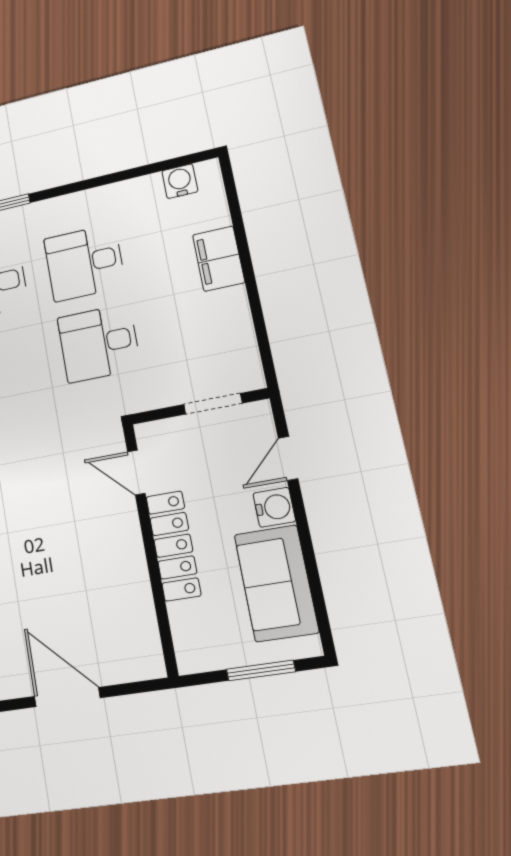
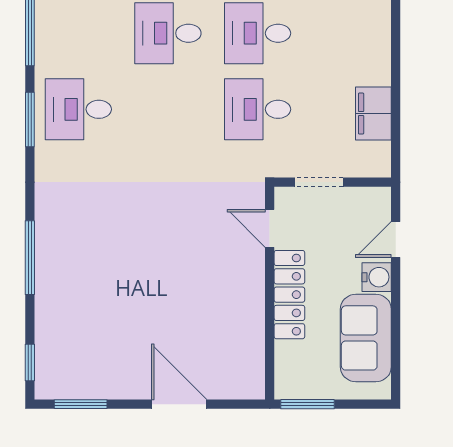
filing cabinet: (219, 259) -> (373, 114), moved
doorway: (213, 404) -> (319, 182), moved
window: (261, 670) -> (308, 404), moved

